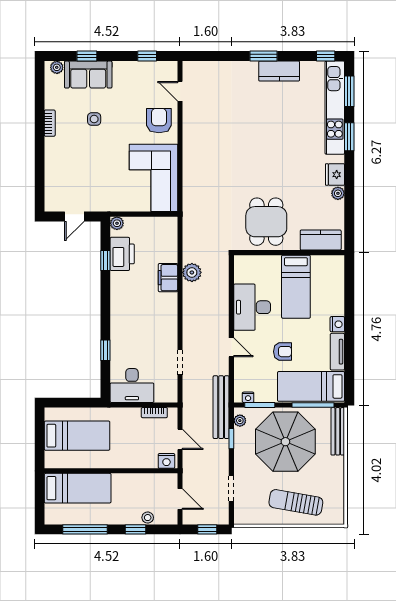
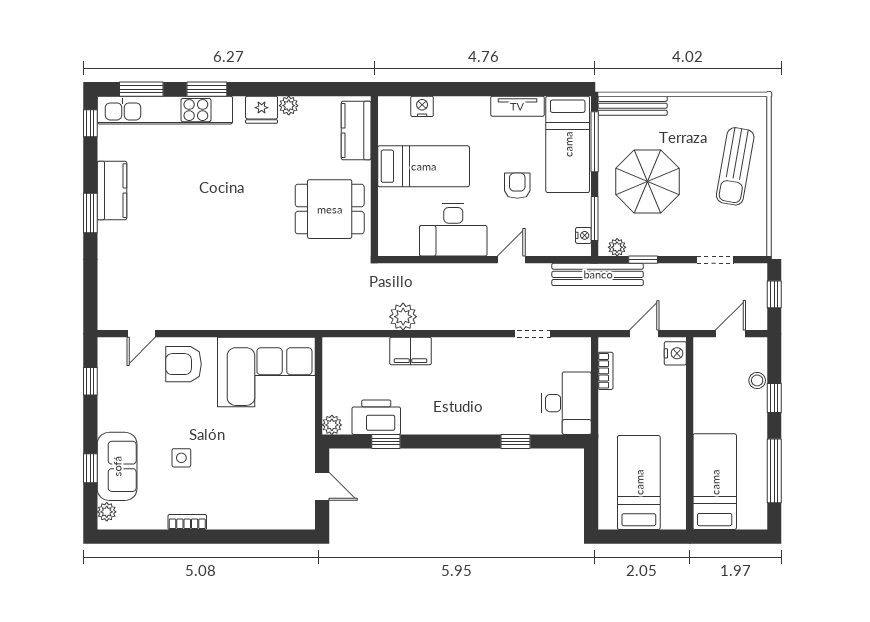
nightstand: (337, 324) -> (422, 106), moved
parasol: (285, 442) -> (647, 181), width x0.73, depth x0.73

